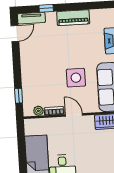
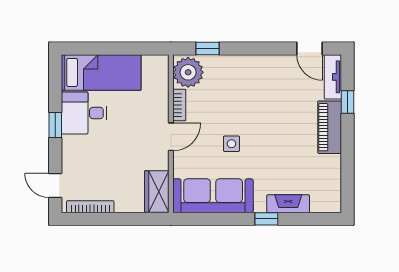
piano: (73, 18) -> (330, 127), moved
side table: (76, 78) -> (231, 144), width x0.54, depth x0.54
plant: (38, 111) -> (188, 72), width x1.88, depth x1.88

